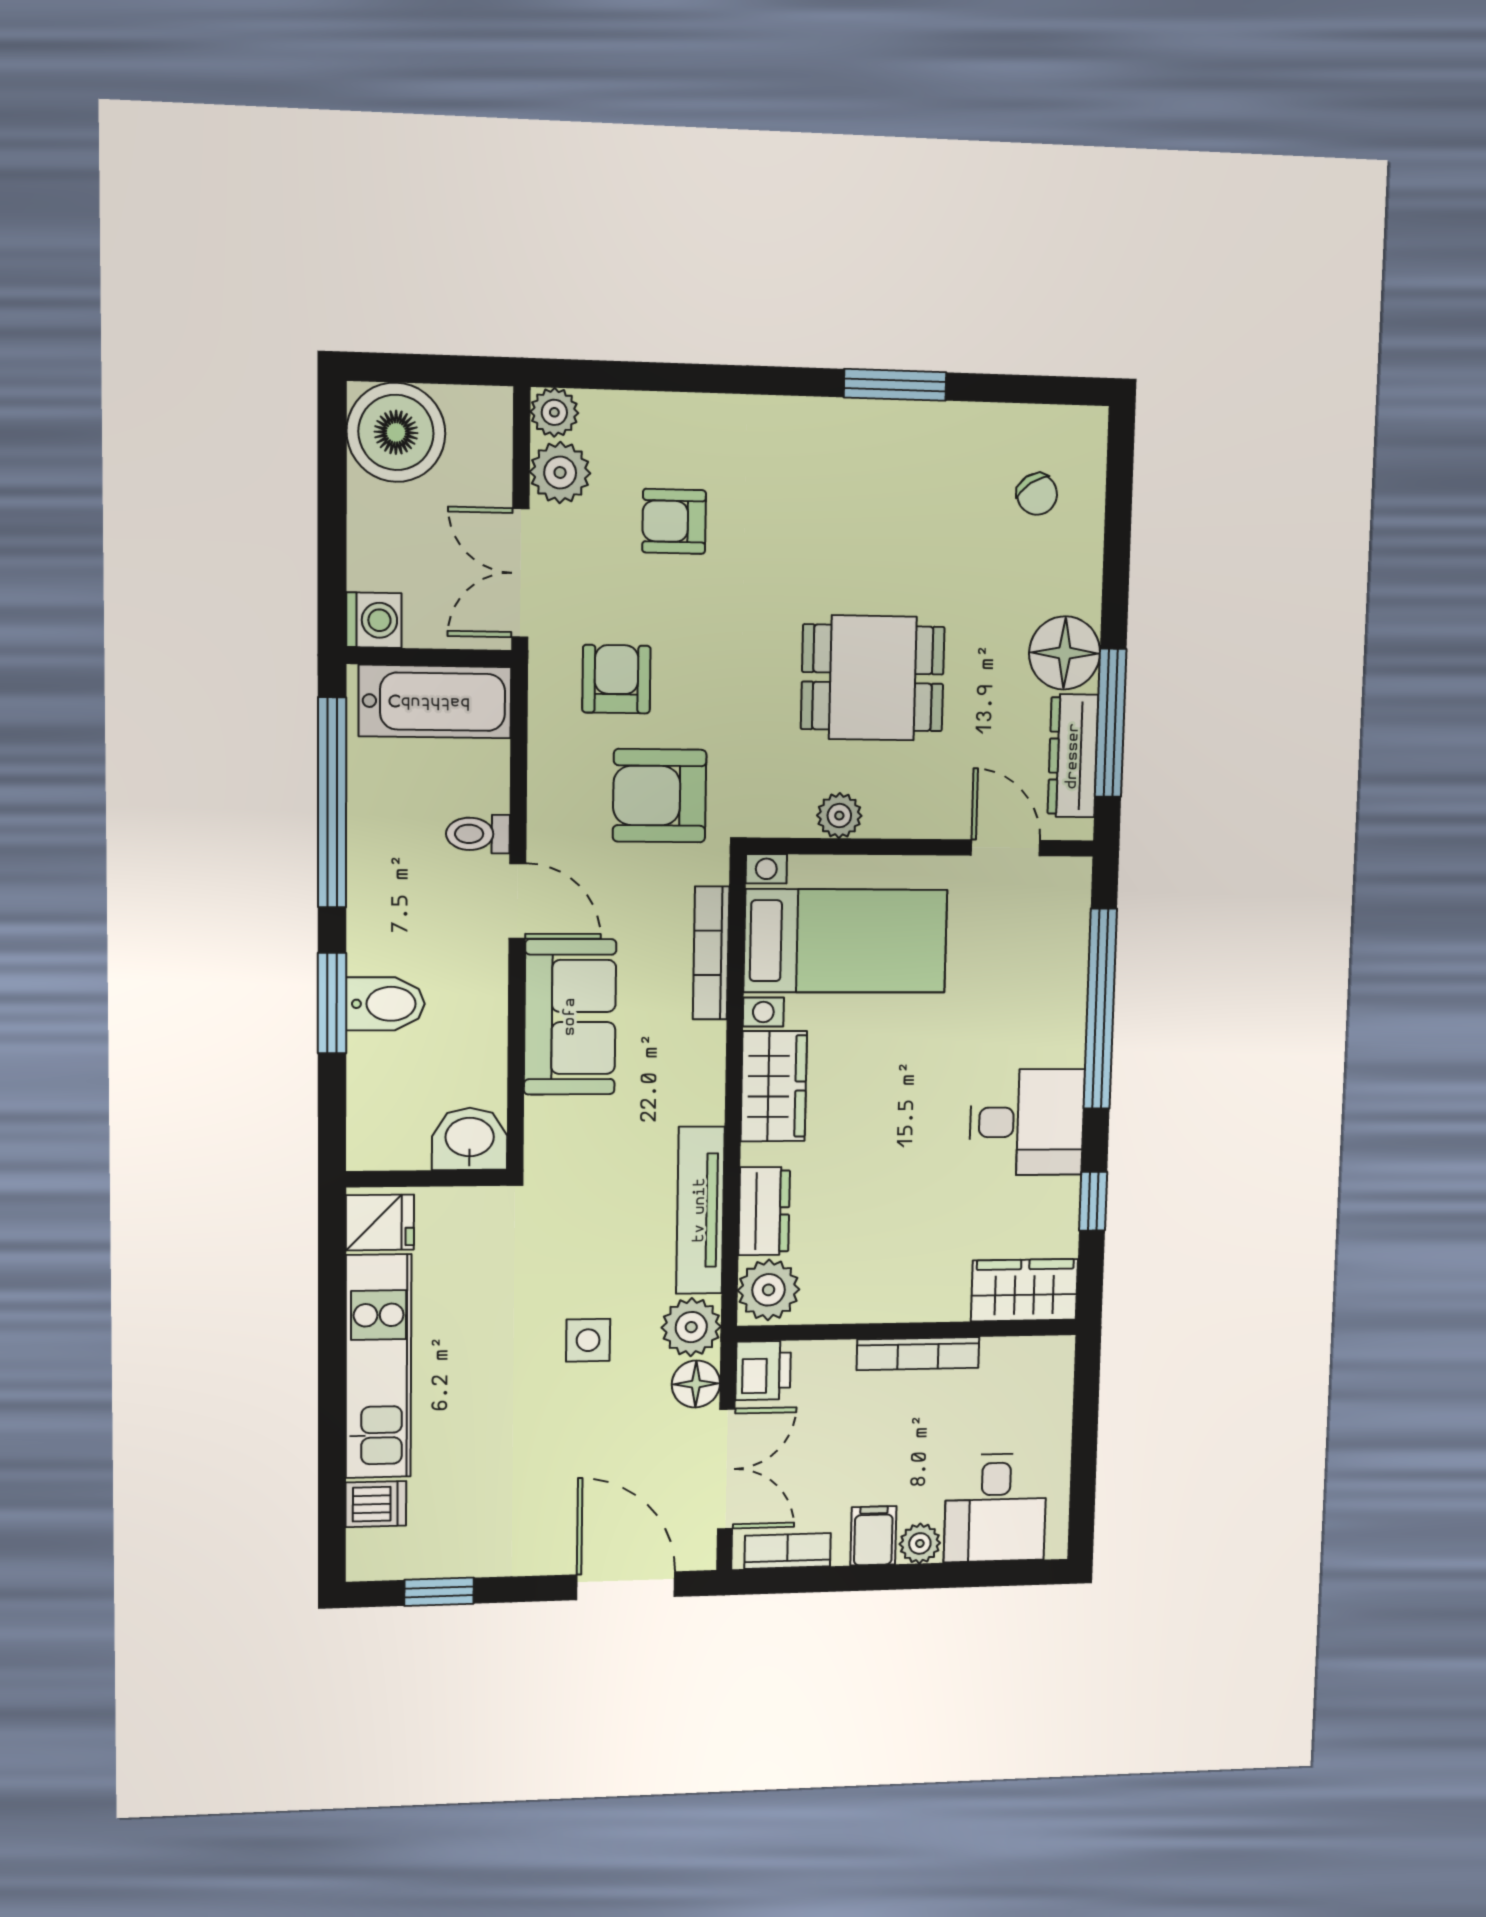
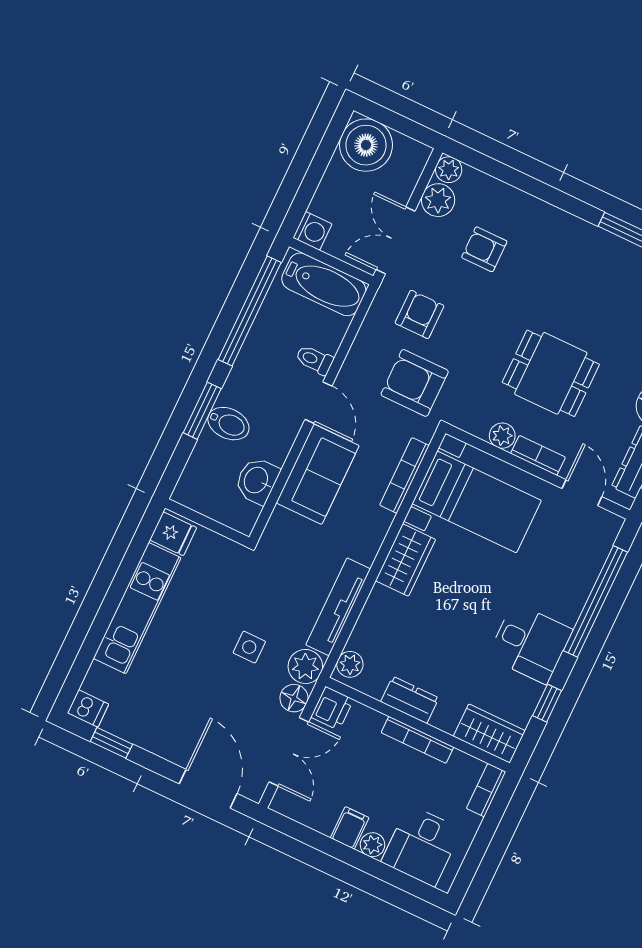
bookcase: (910, 821) -> (538, 455), added
washbasin: (470, 1139) -> (257, 480), moved, turned -90
dresser: (764, 1211) -> (410, 700), moved, turned -90
plant: (769, 1290) -> (350, 664), width x0.73, depth x0.73
dishwasher: (376, 1504) -> (88, 709), moved
bookcase: (788, 1551) -> (486, 790), moved, turned -90

